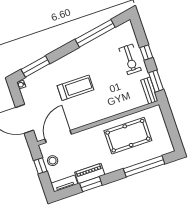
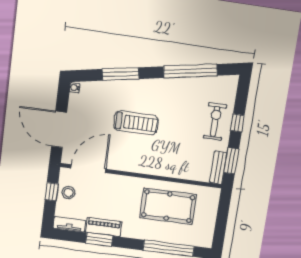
exercise bike: (130, 59) -> (215, 122), turned 180
window: (35, 67) -> (120, 74), moved

